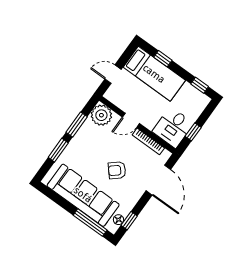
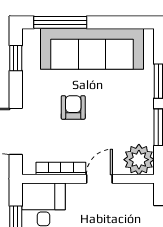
armchair: (117, 170) -> (73, 107), turned -49
floor lamp: (118, 220) -> (29, 50), removed

